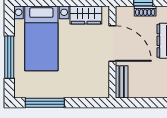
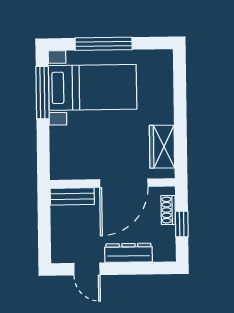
shoe rack: (145, 11) -> (168, 210), moved
bed with nightstands: (41, 38) -> (93, 87), moved, turned 180

